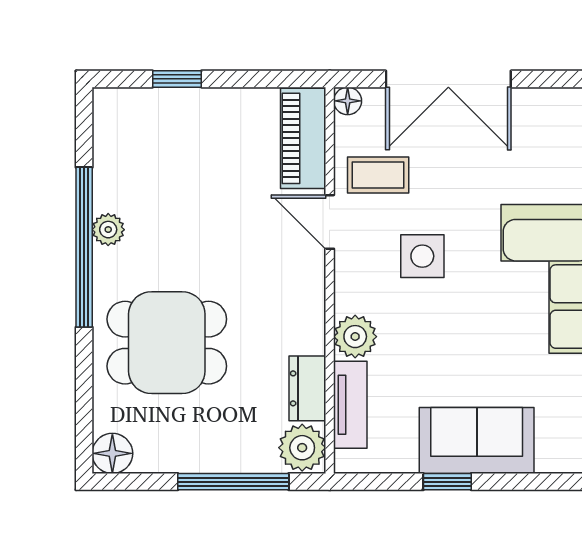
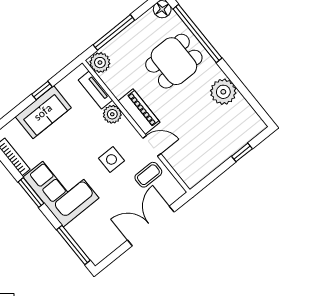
floor lamp: (348, 101) -> (179, 191), removed
piano: (303, 138) -> (139, 112), moved
plant: (108, 230) -> (223, 92), width x1.88, depth x1.88
window: (84, 247) -> (197, 33), moved
dresser: (307, 388) -> (114, 84), removed

